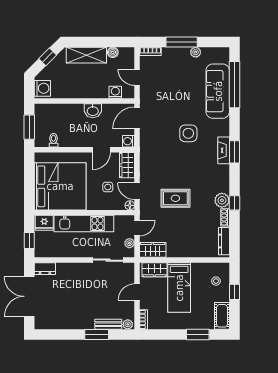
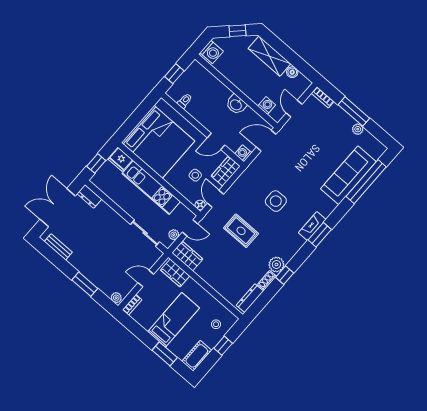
window: (29, 127) -> (174, 74), width x0.67
side table: (188, 133) -> (276, 201), moved
bed: (179, 288) -> (174, 320), moved, turned 180
bench: (108, 324) -> (58, 247), moved

